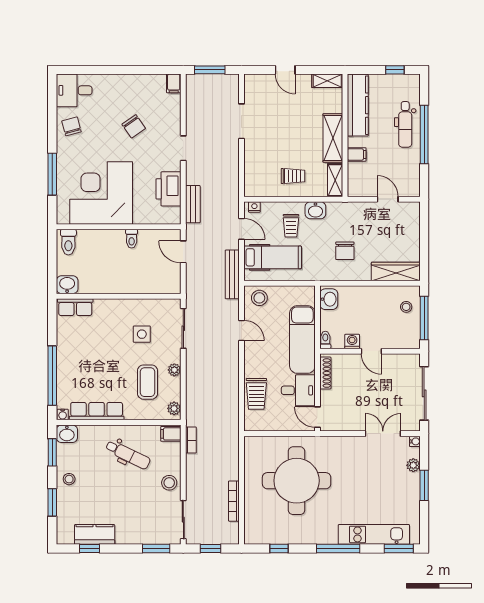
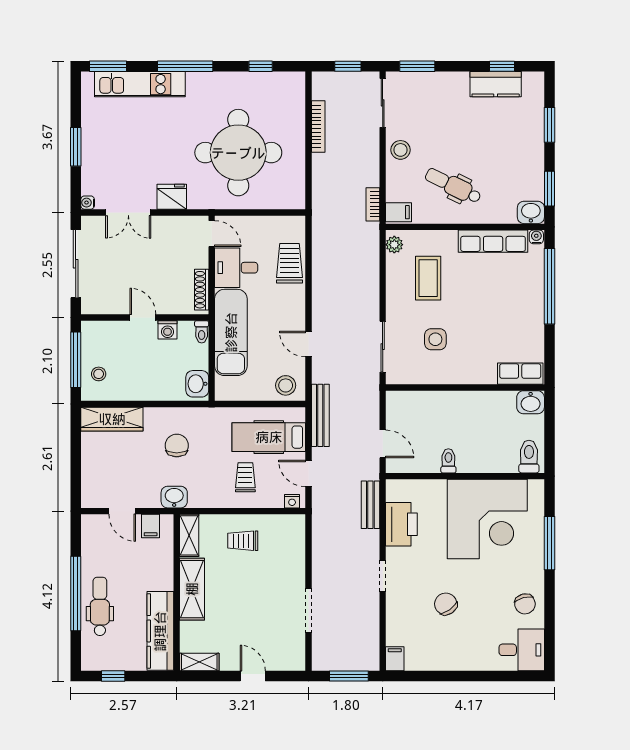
filing cabinet: (357, 154) -> (151, 526), moved, turned -90
washbasin: (315, 210) -> (174, 497), moved
plant: (174, 370) -> (394, 294), removed
fridge: (349, 446) -> (172, 197), added
plant: (413, 465) -> (90, 172), removed
stool: (69, 479) -> (528, 155), removed

